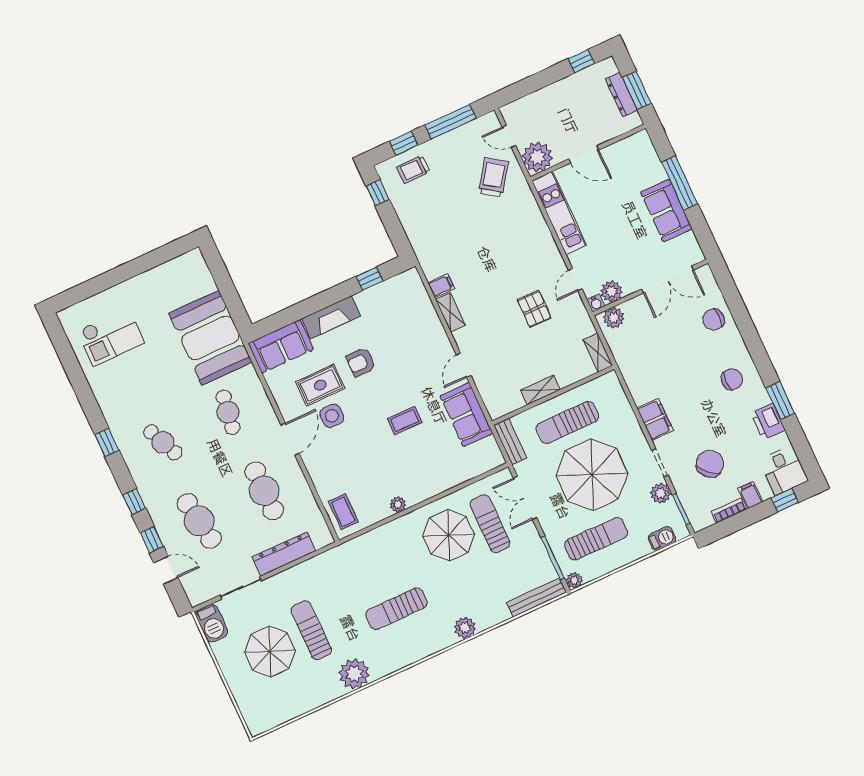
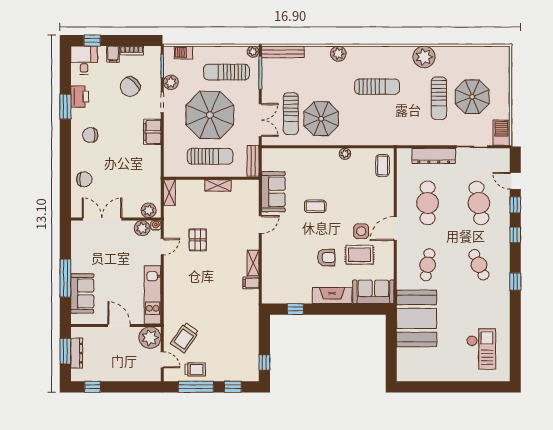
trolley: (413, 169) -> (195, 369), moved
sofa: (666, 211) -> (82, 293), moved
checkout: (111, 337) -> (481, 349), turned 90

